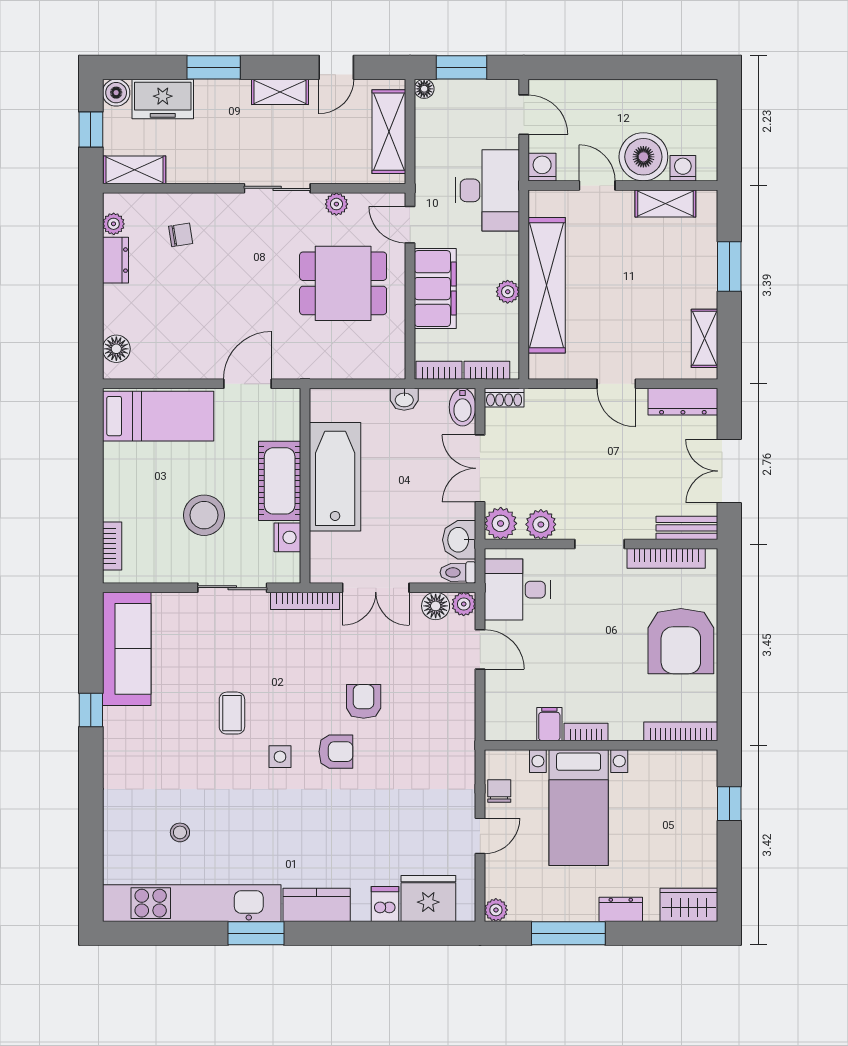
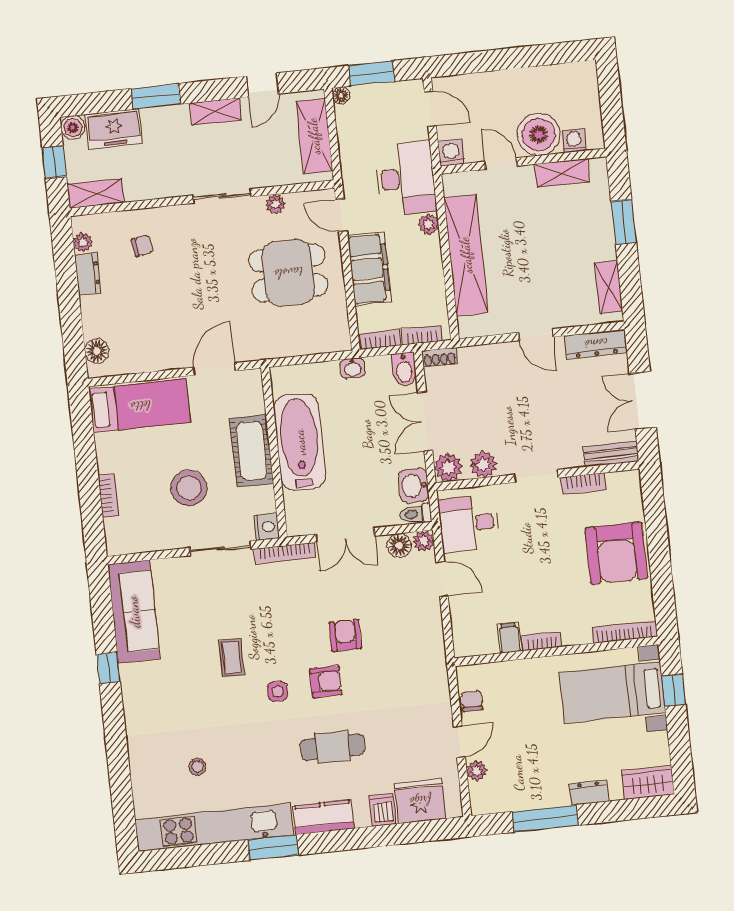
plant: (508, 292) -> (428, 224), moved
nightstand: (287, 537) -> (267, 527), moved
bookcase: (112, 546) -> (109, 496), moved
bookcase: (666, 558) -> (584, 484), width x0.64
bed with nightstands: (579, 808) -> (612, 692), moved, turned 90
cafe table: (336, 826) -> (333, 747), added
plant: (496, 910) -> (477, 771), moved

